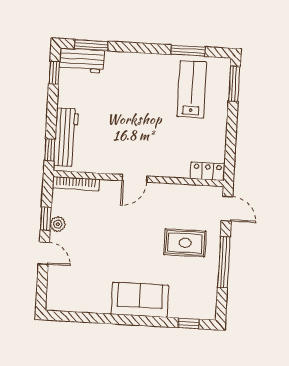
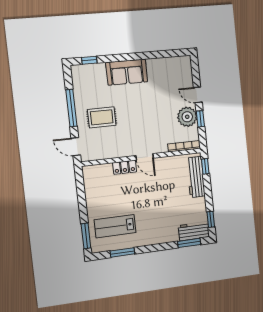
lab bench: (192, 89) -> (115, 226), turned 90
locker: (208, 171) -> (125, 167), moved
door: (135, 178) -> (145, 157), swing flipped
plant: (58, 224) -> (187, 117), width x1.87, depth x1.87

